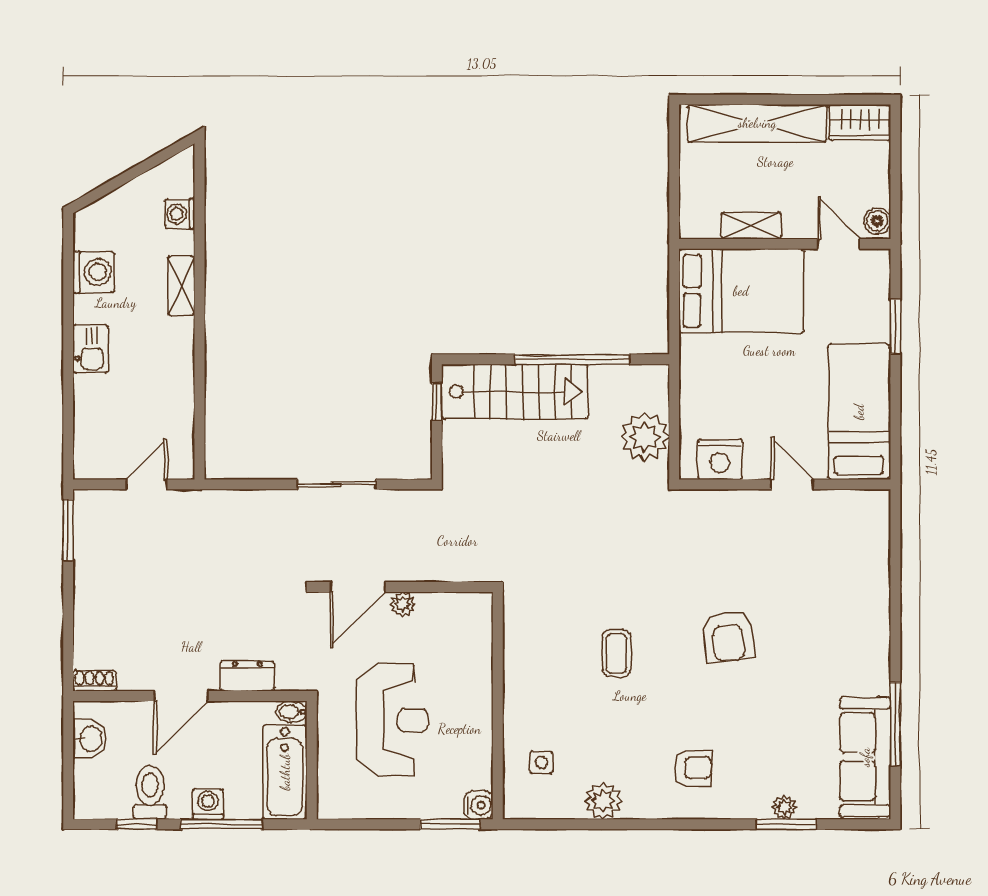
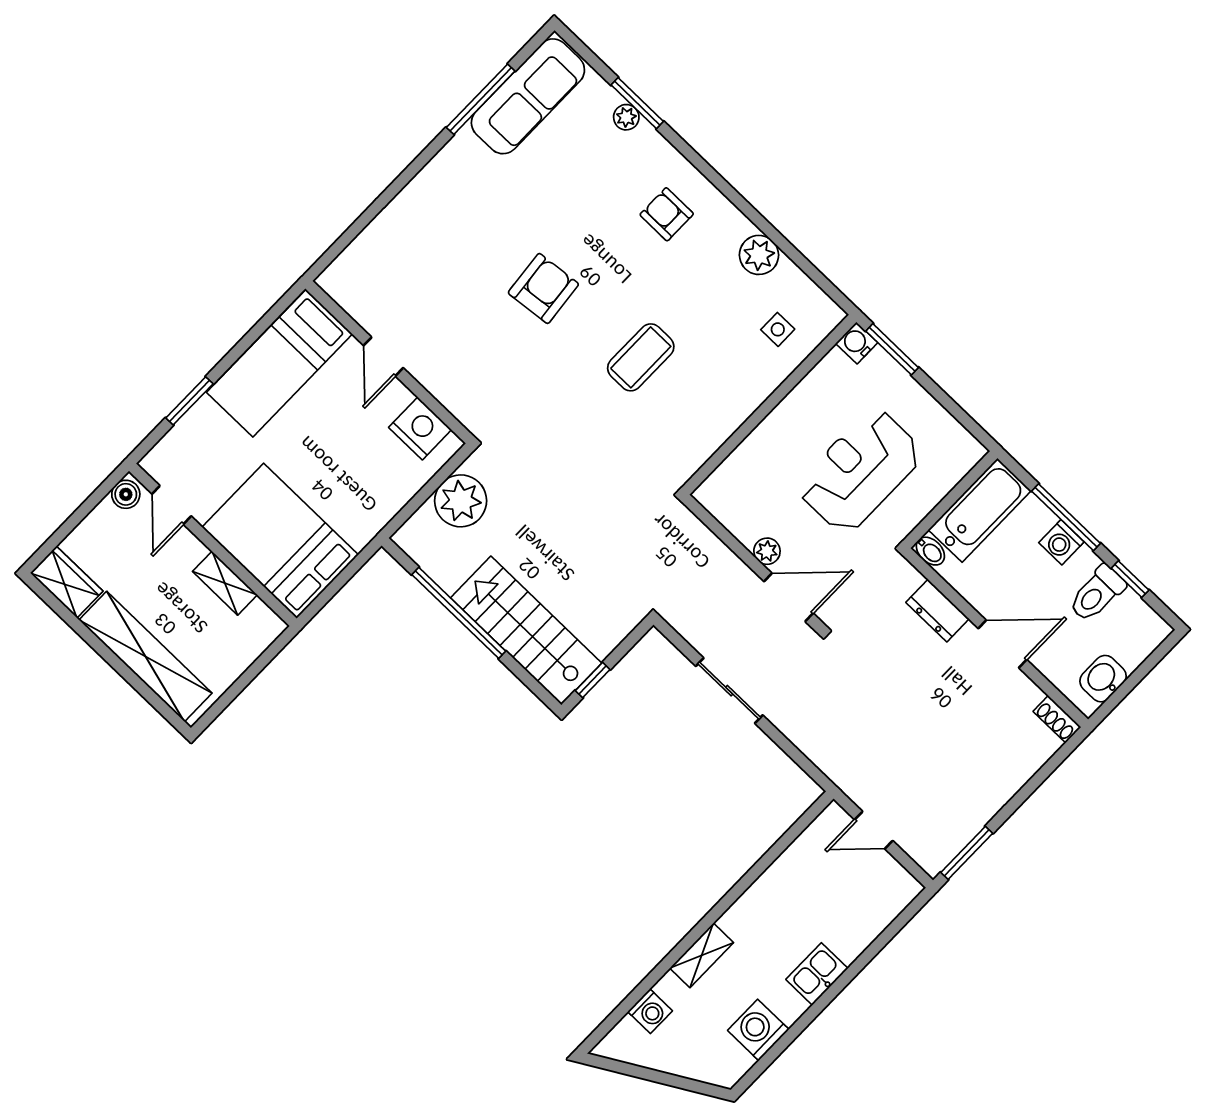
coffee table: (616, 653) -> (641, 357), width x1.36, depth x1.30

